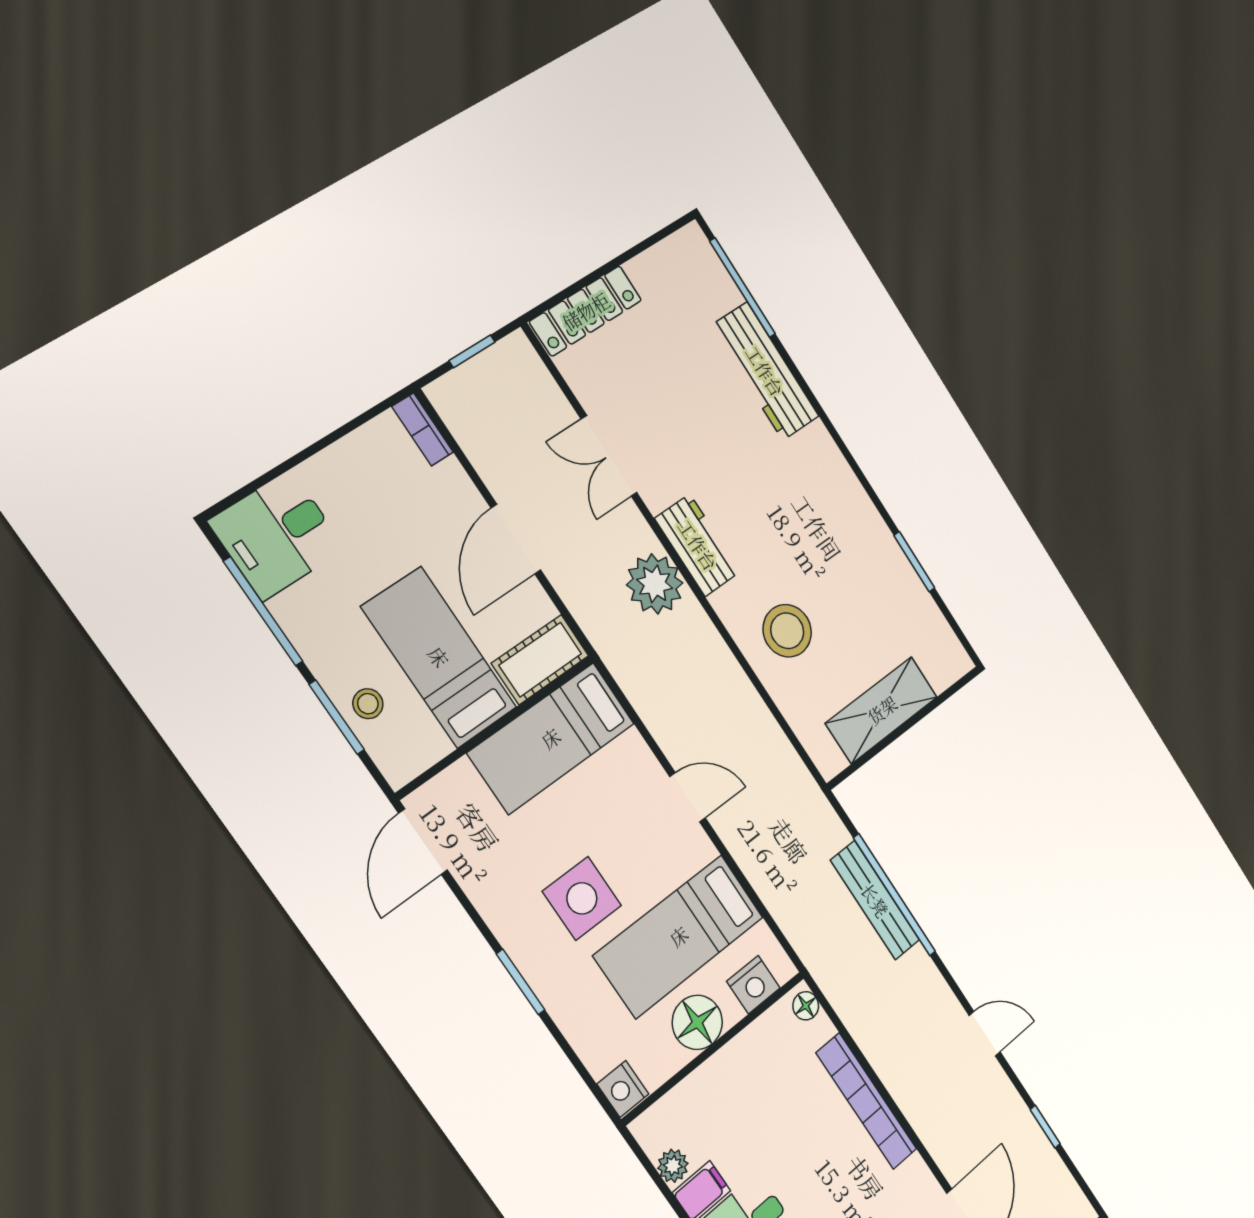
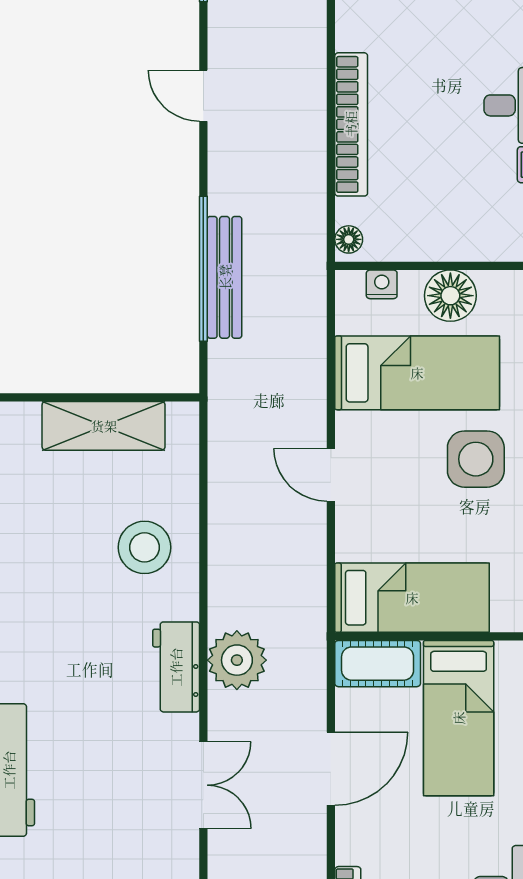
nightstand: (753, 985) -> (382, 284), width x0.72, depth x0.74

